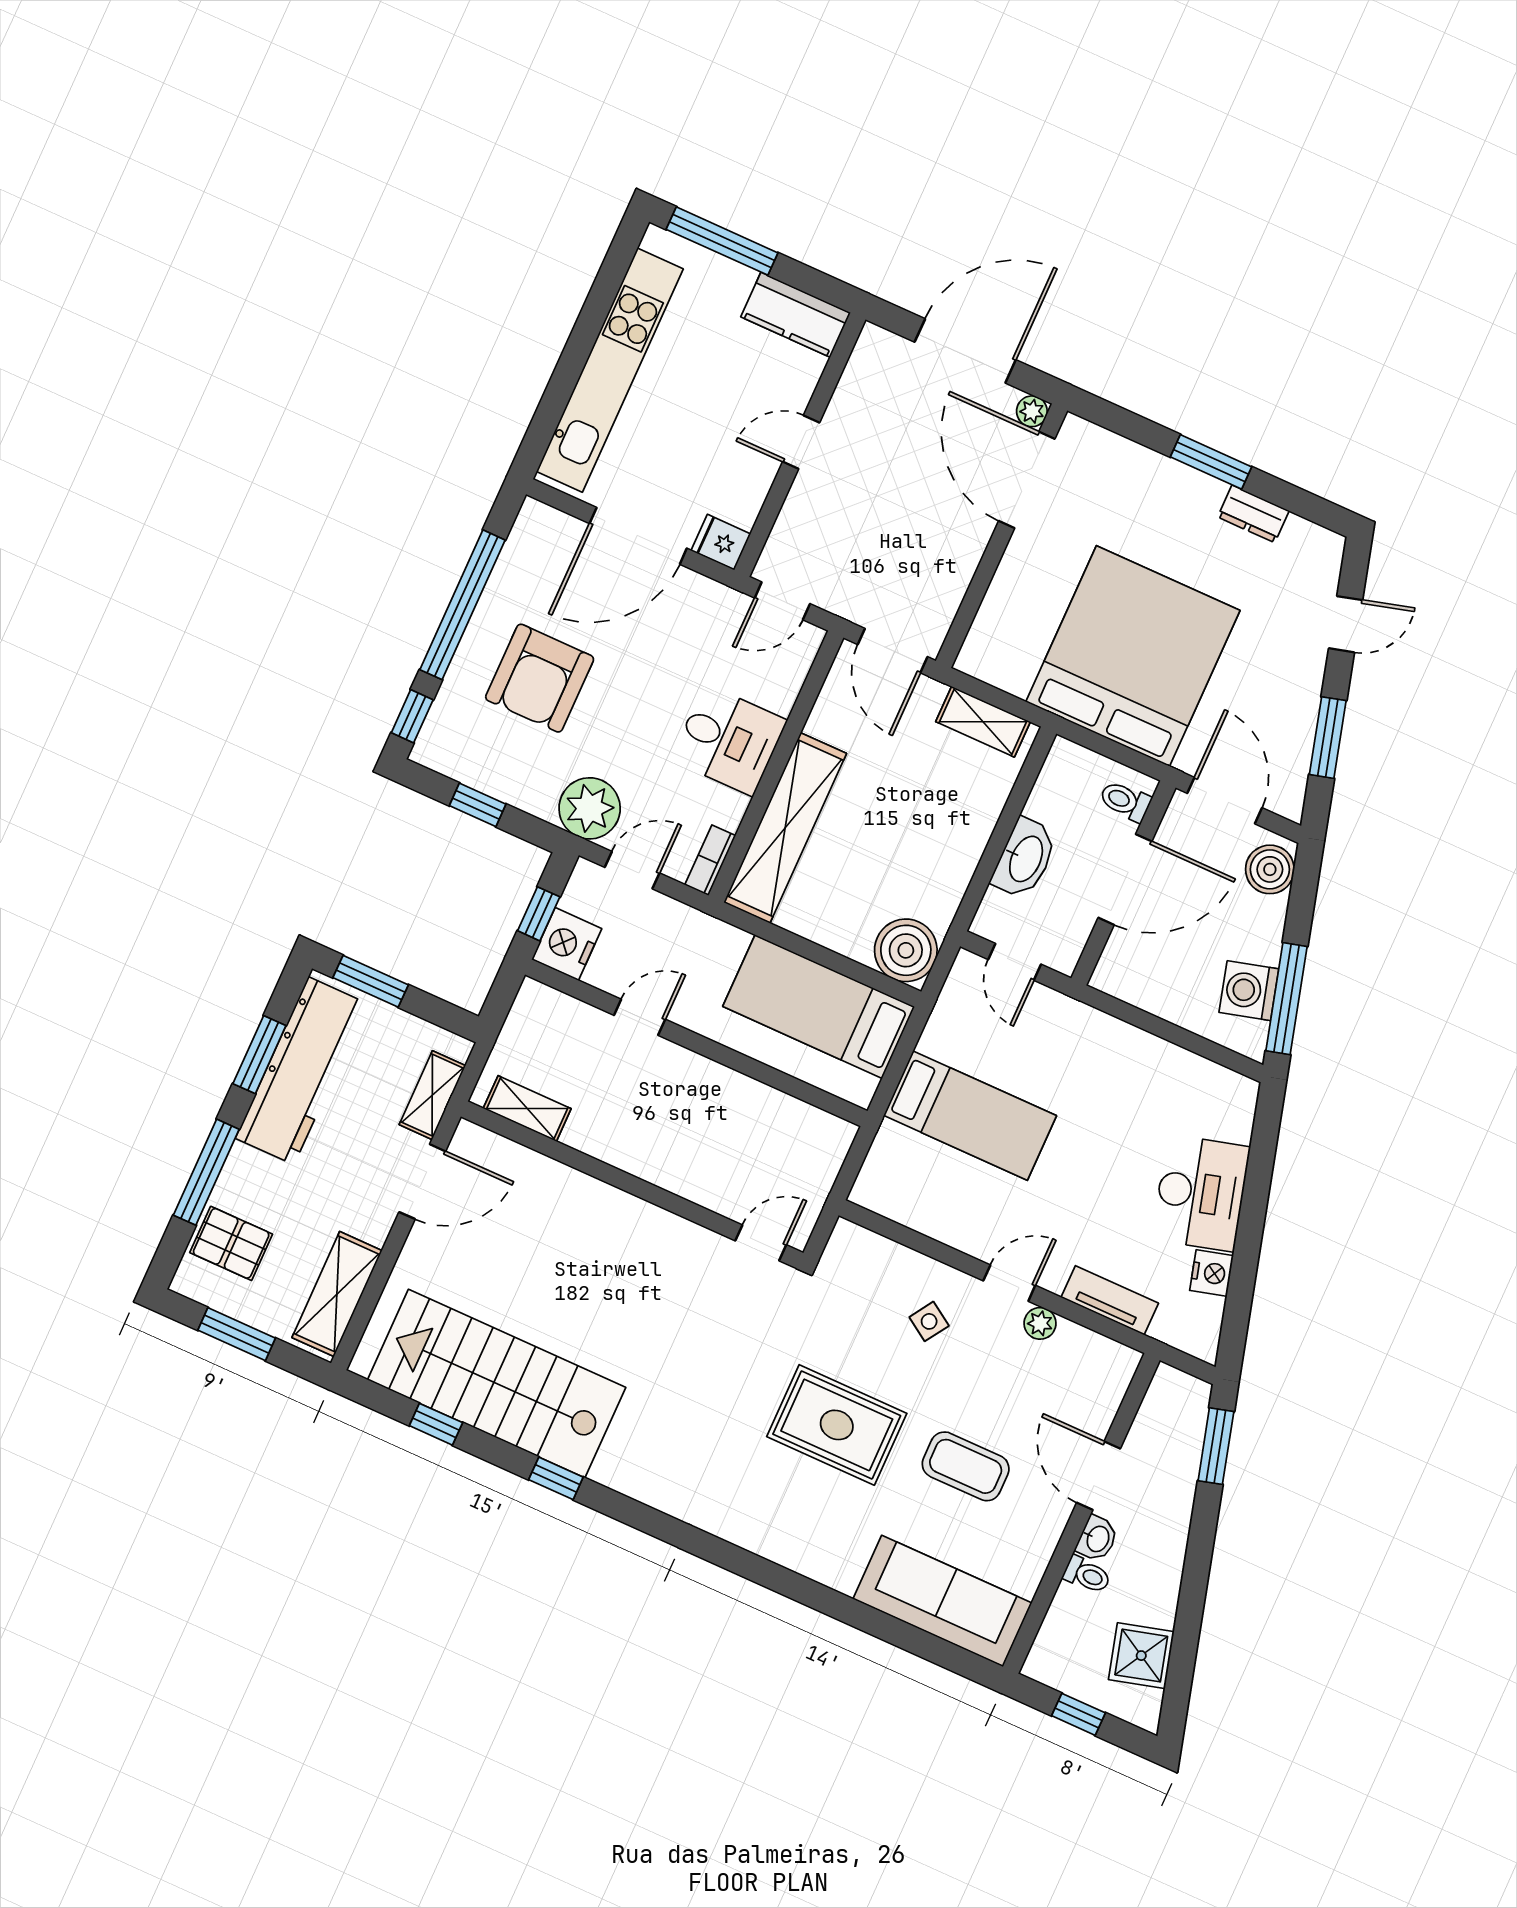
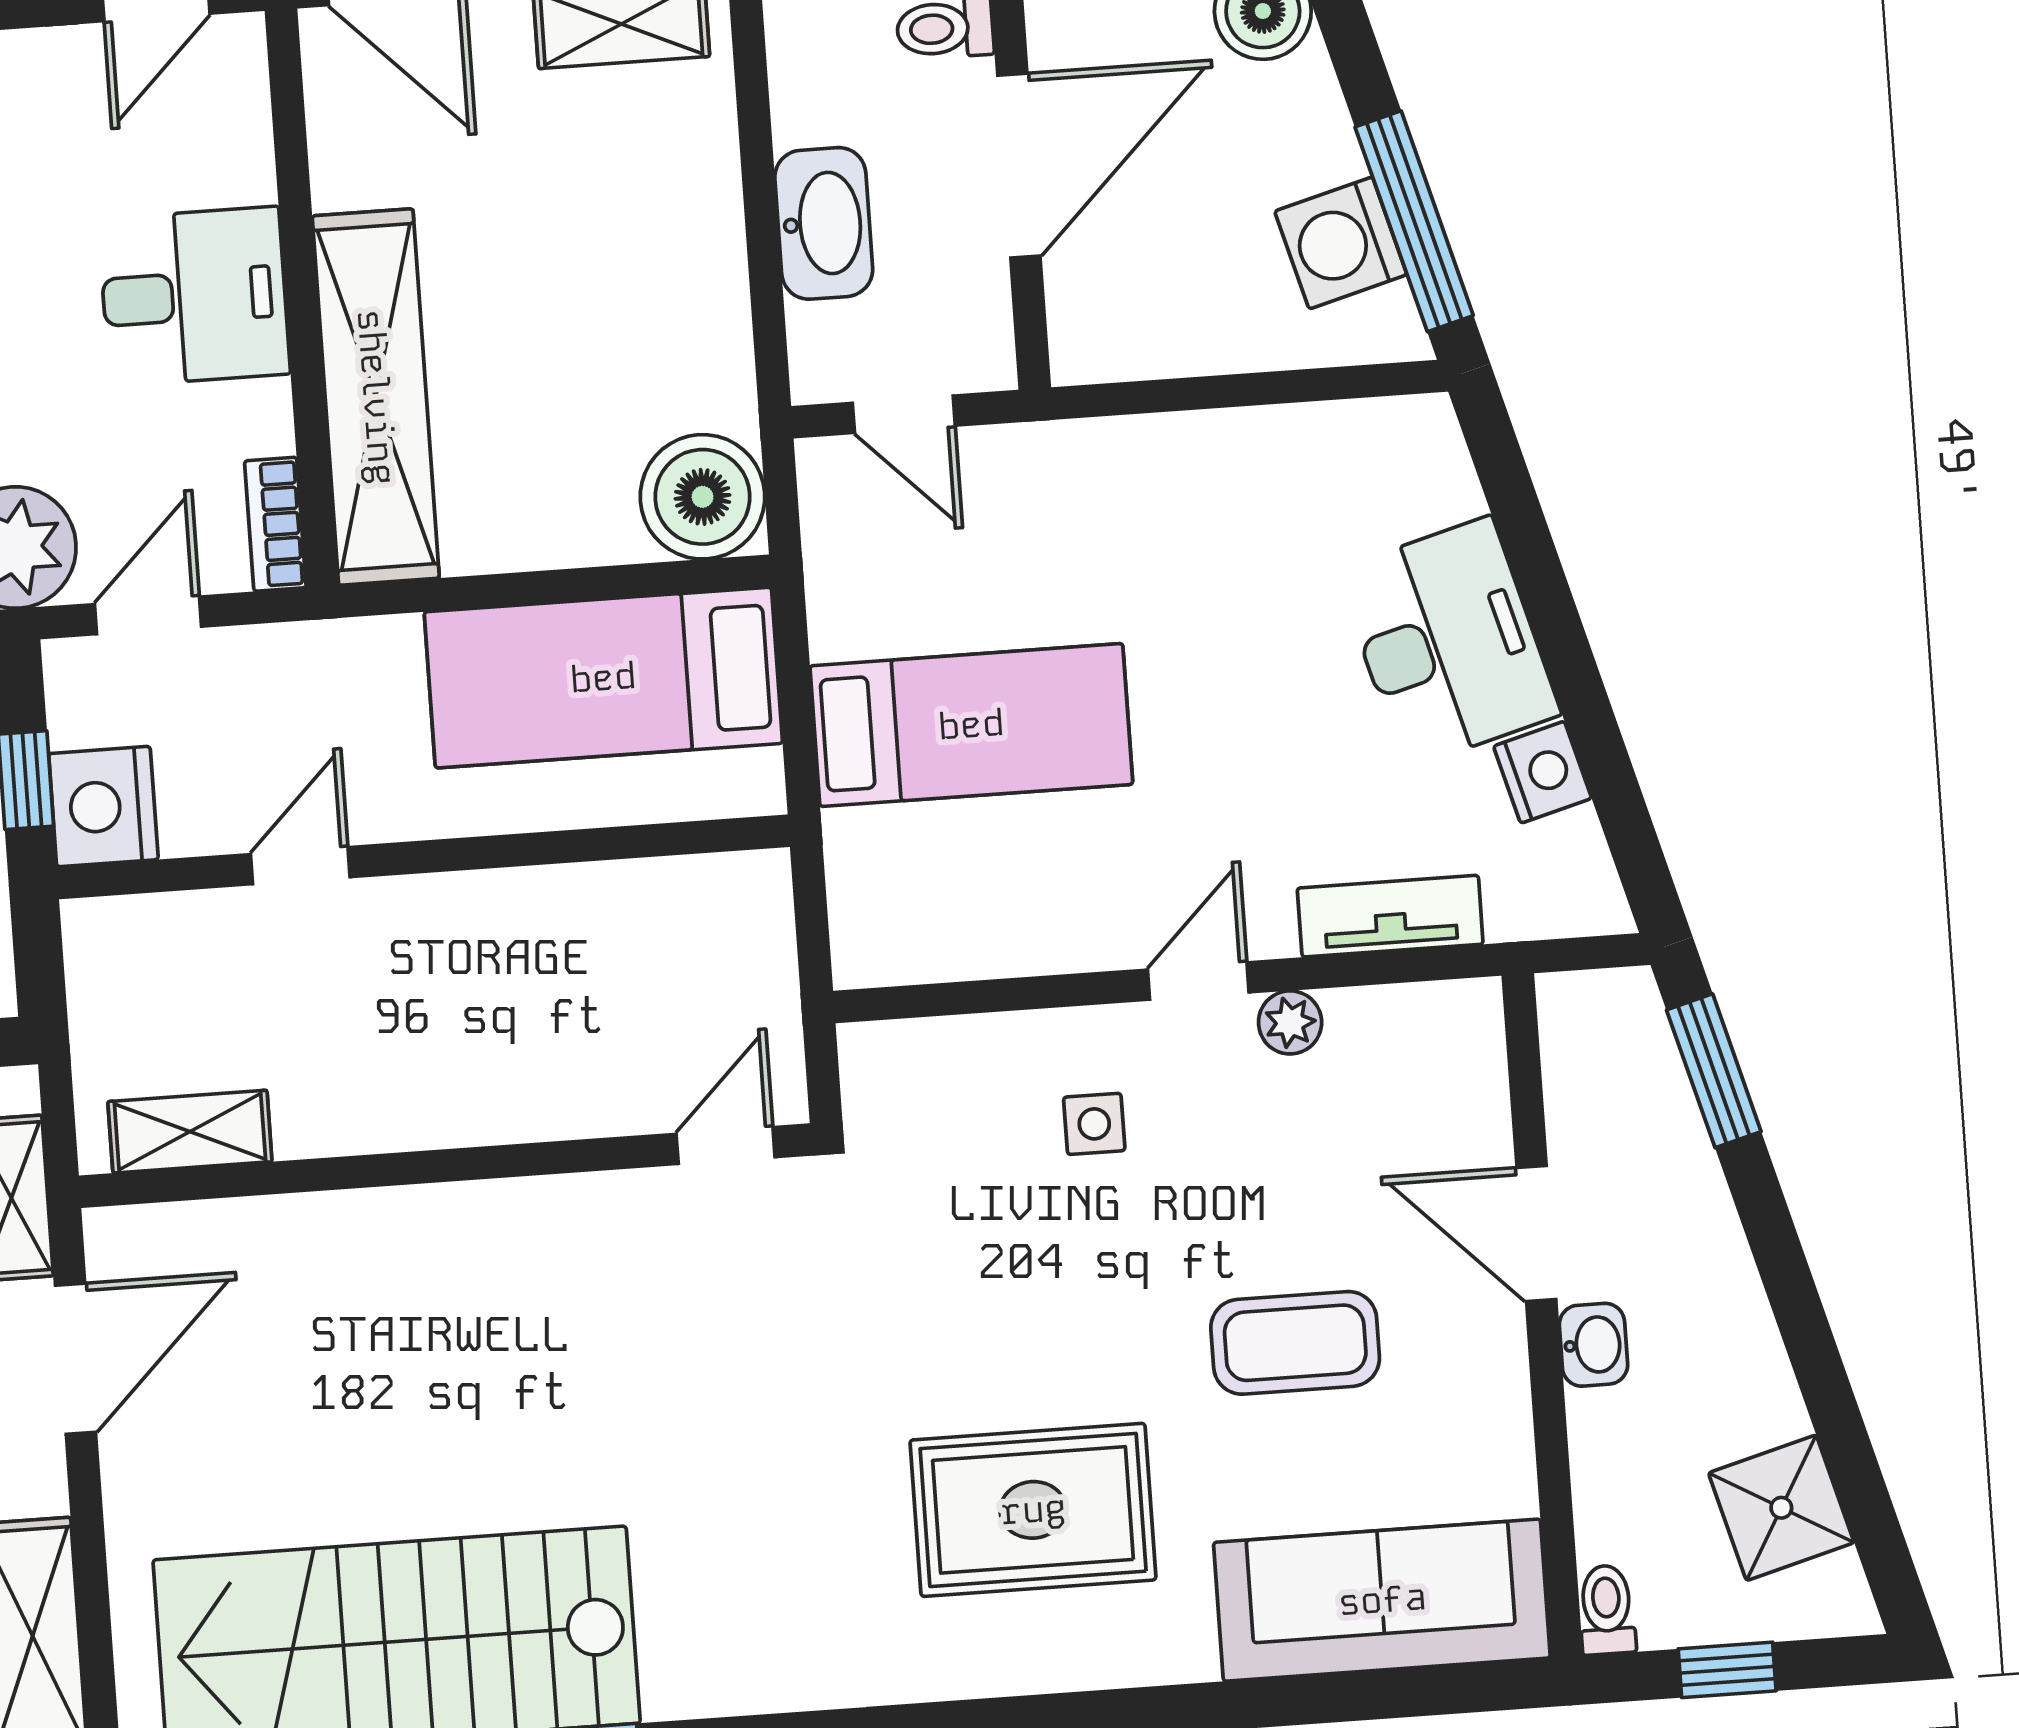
side table: (929, 1321) -> (1094, 1124), turned -33
rug: (837, 1425) -> (1033, 1510), moved
toilet: (1087, 1575) -> (1607, 1610), moved, turned -90

